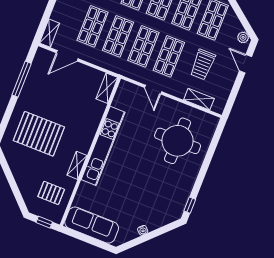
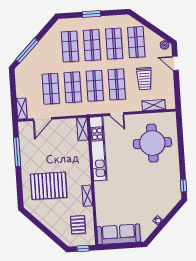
kitchen unit: (103, 146) -> (98, 149), moved
pallet: (51, 193) -> (78, 225), turned 90

